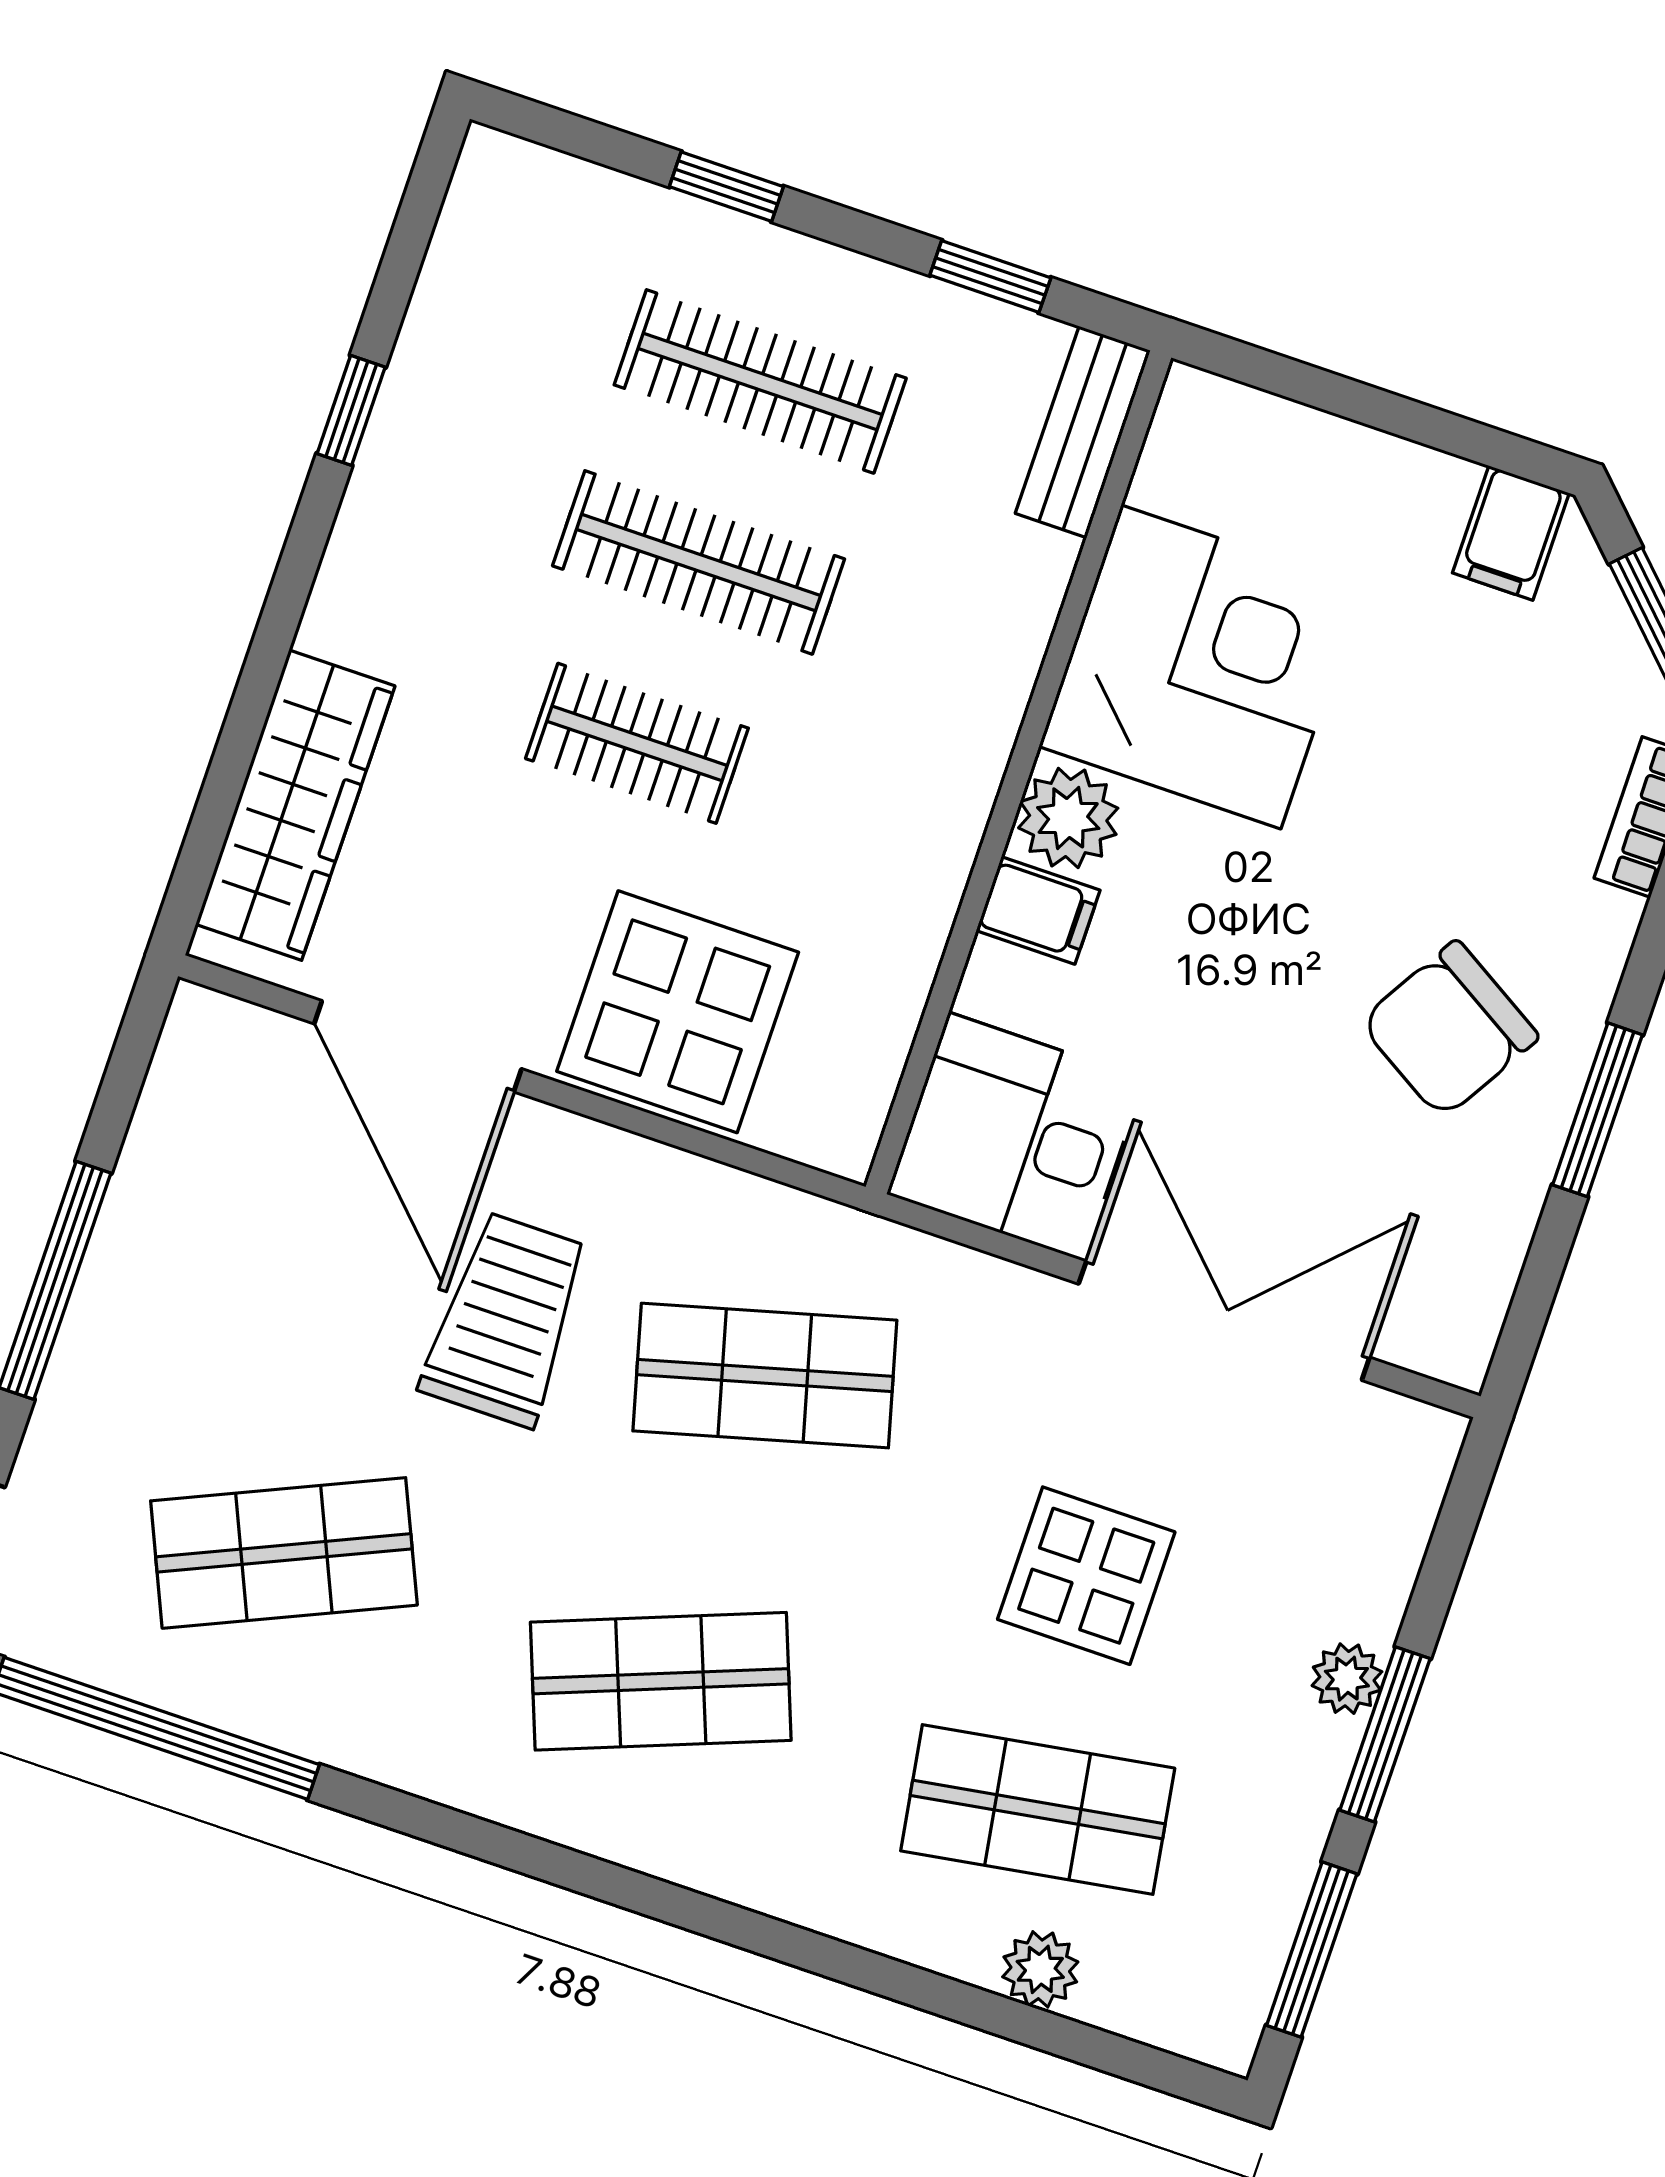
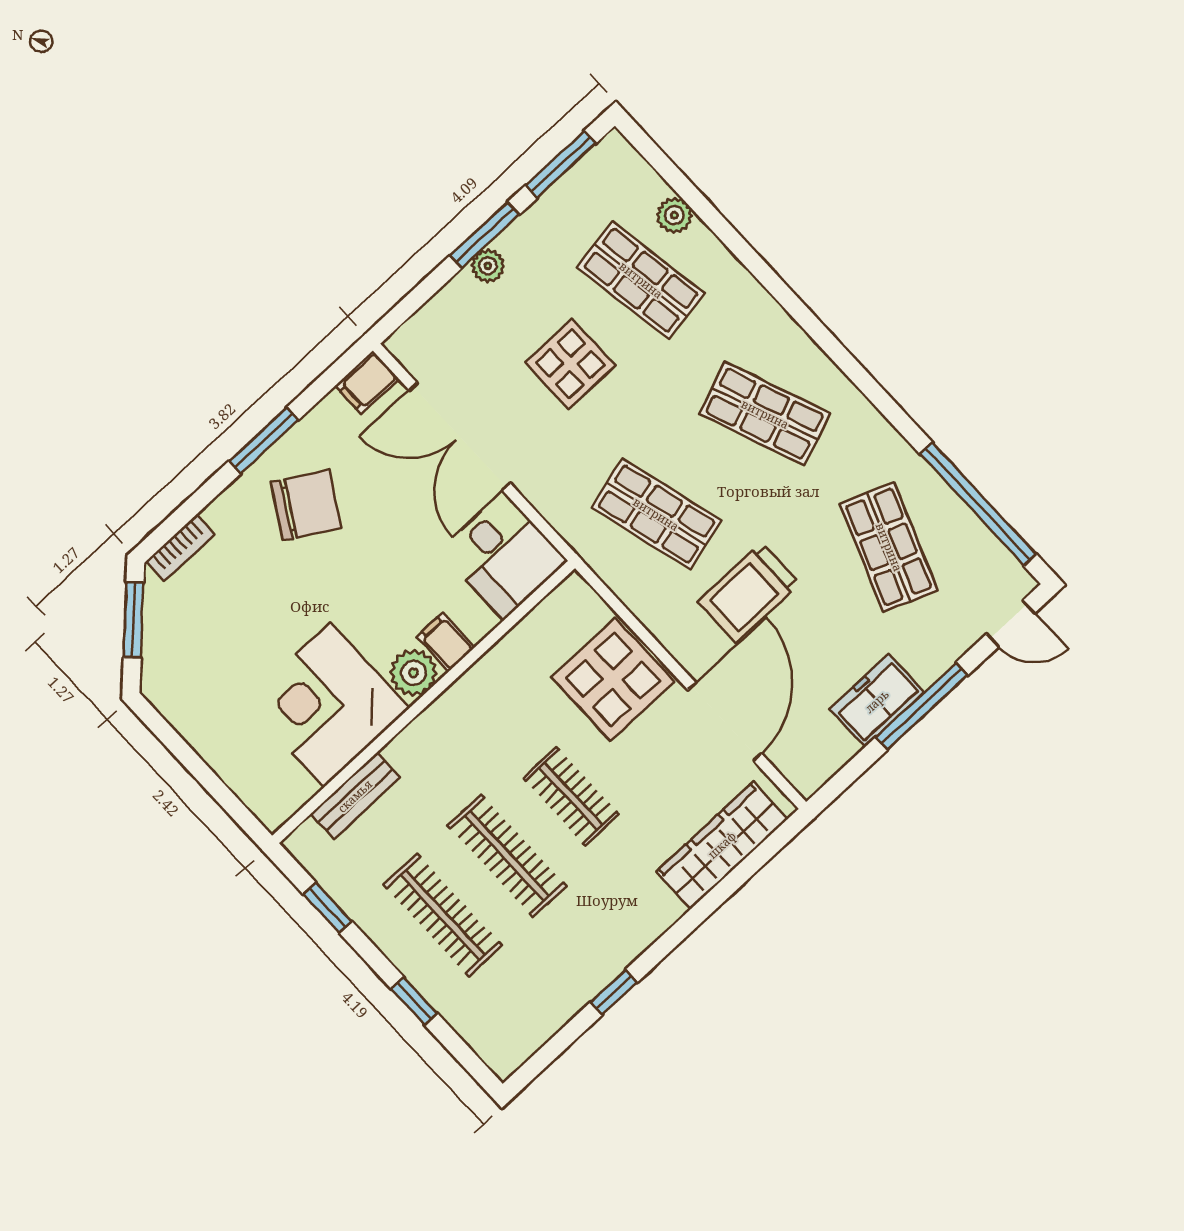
bench: (1083, 432) -> (355, 796), moved
filing cabinet: (1511, 533) -> (367, 382), moved, turned 180
freezer: (147, 1245) -> (877, 701), added
shop shelf: (284, 1553) -> (889, 547), turned 45

